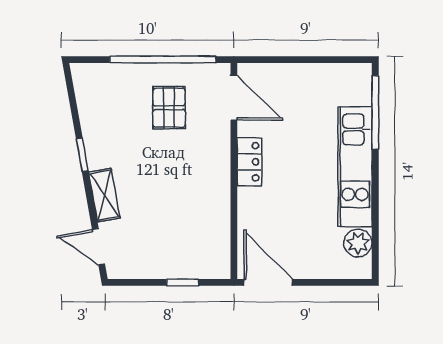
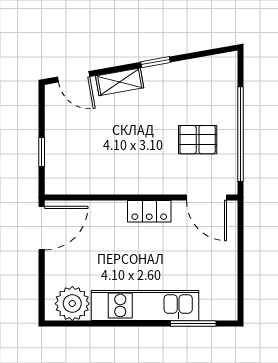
door: (234, 98) -> (206, 197), hinge flipped
window: (375, 112) -> (193, 323), width x0.69
plant: (358, 243) -> (72, 304), width x1.36, depth x1.36
door: (99, 247) -> (74, 77), swing flipped

